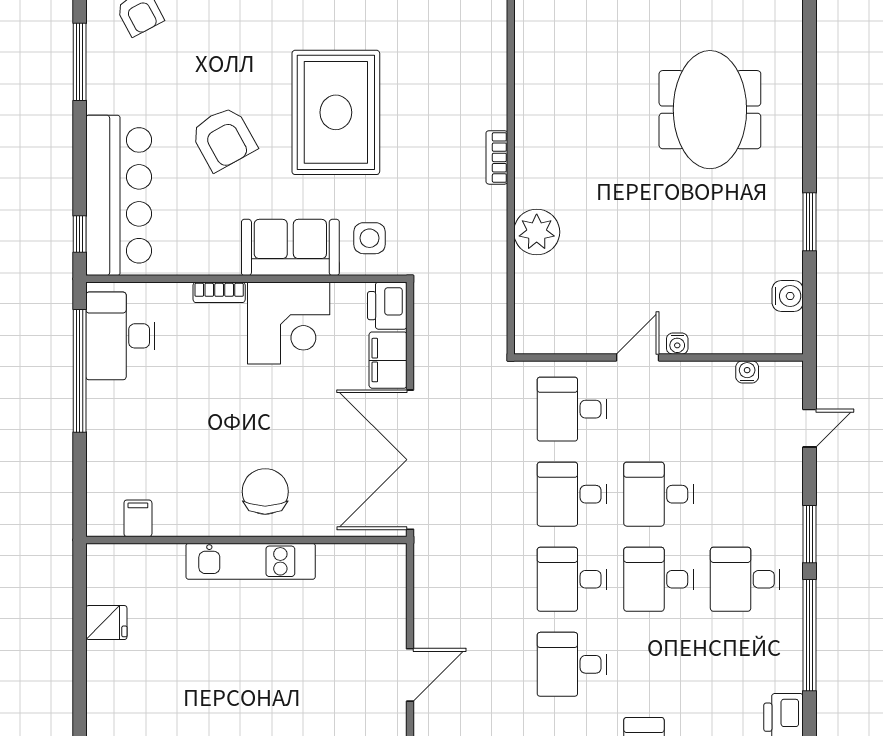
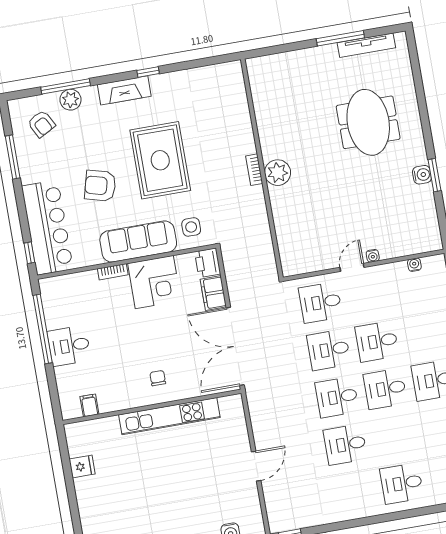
armchair: (224, 139) -> (100, 186), turned 134
plant: (537, 232) -> (278, 173), moved
sofa: (290, 247) -> (138, 242), width x1.36
water cooler: (788, 296) -> (422, 175), moved
desk: (120, 336) -> (69, 346), moved, width x0.73
chair: (265, 491) -> (158, 378), width x0.54, depth x0.54
kitchen unit: (251, 561) -> (169, 416), width x1.36

